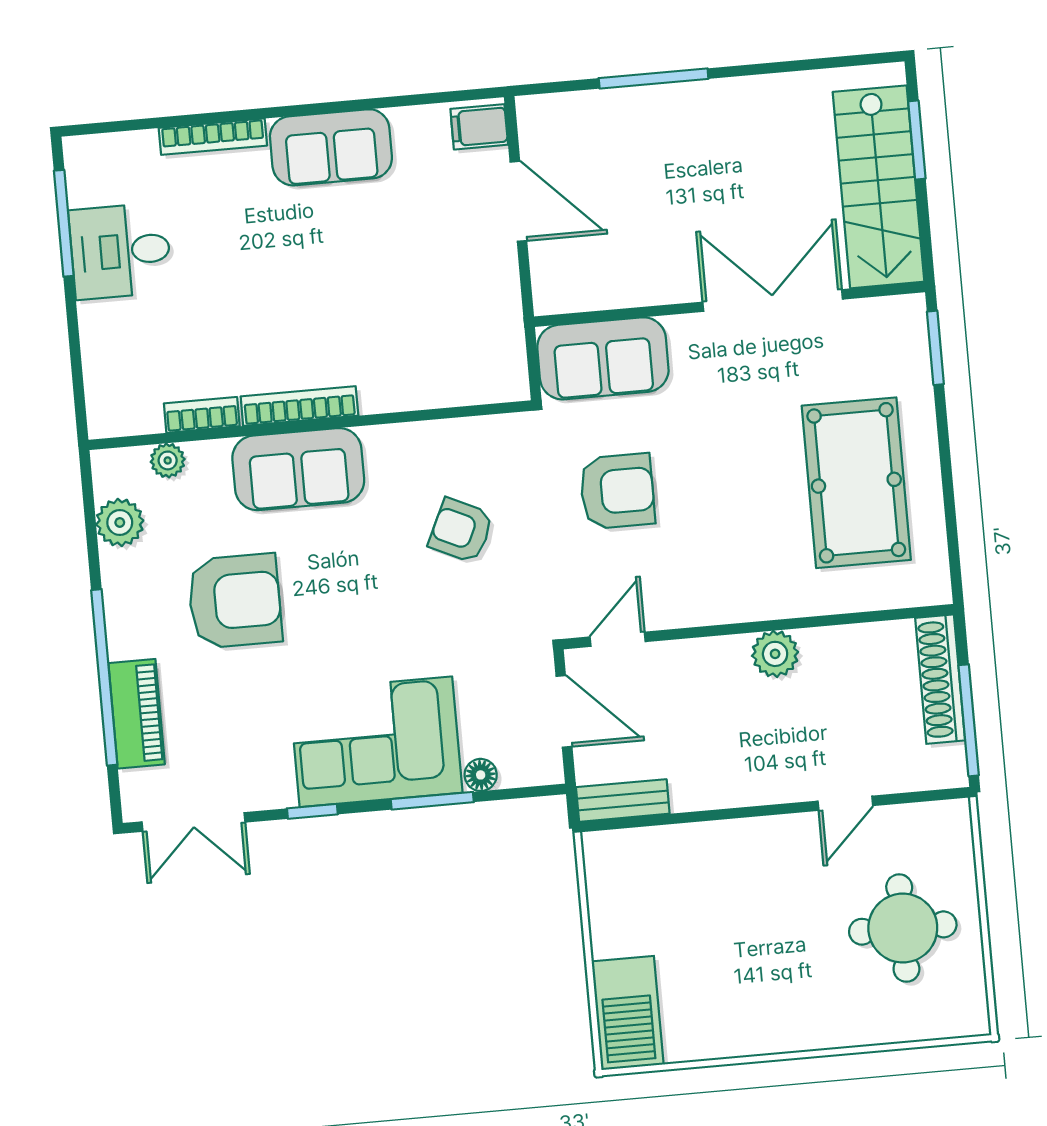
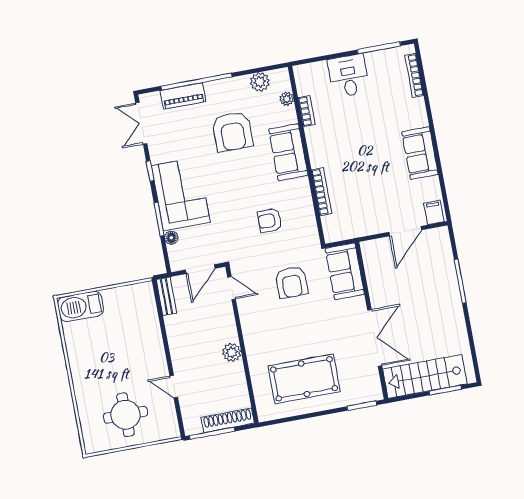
bookcase: (213, 137) -> (414, 75), moved
desk: (120, 251) -> (348, 76), moved
bookcase: (299, 406) -> (322, 192), moved
armchair: (461, 530) -> (270, 220), turned -115

